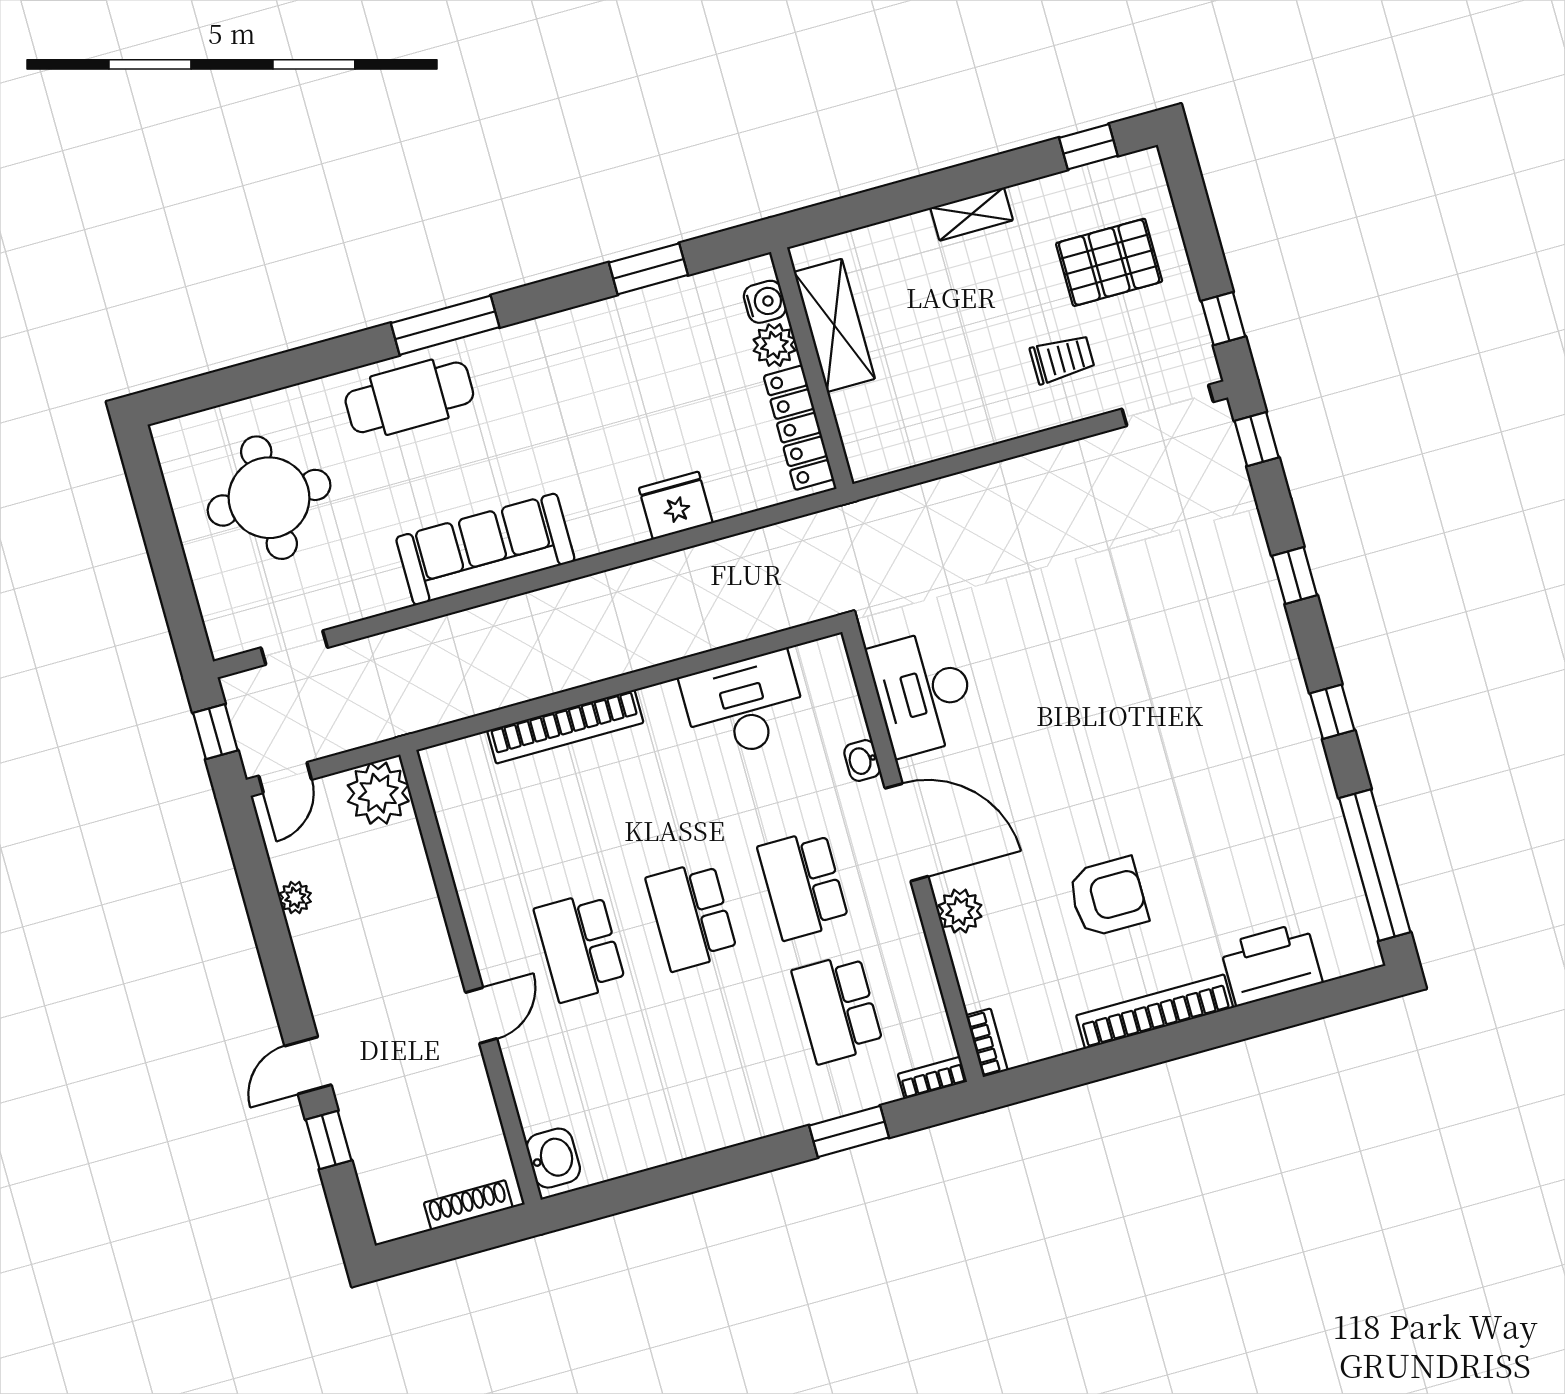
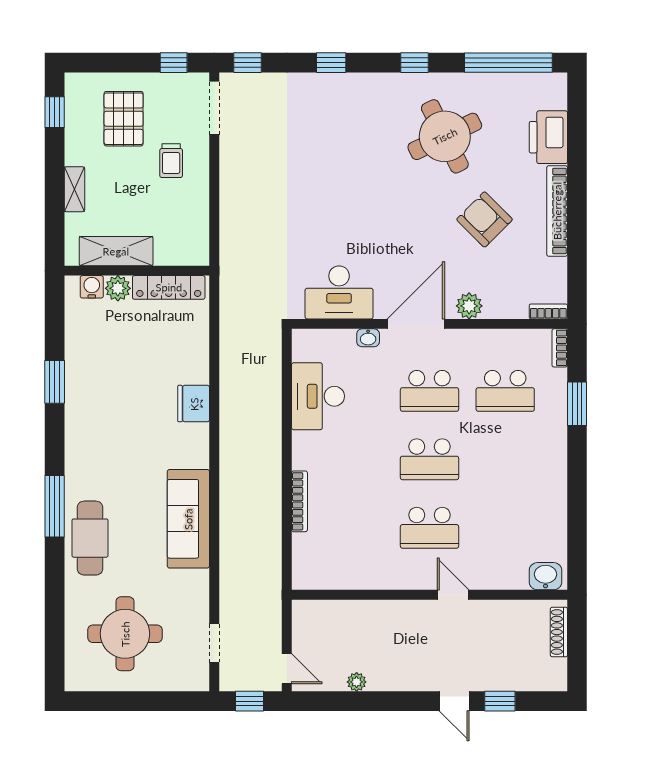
water cooler: (765, 302) -> (92, 287), moved
shelving: (834, 325) -> (116, 251), moved
plant: (774, 345) -> (118, 288), moved
trolley: (1062, 359) -> (171, 161), turned 180
wall: (812, 368) -> (137, 271), moved
locker: (799, 428) -> (169, 287), moved
bookcase: (565, 727) -> (299, 501), width x0.68, depth x0.76
plant: (378, 793) -> (310, 618), removed
round table: (1226, 795) -> (445, 136), added
armchair: (1108, 897) -> (485, 219), turned -45

